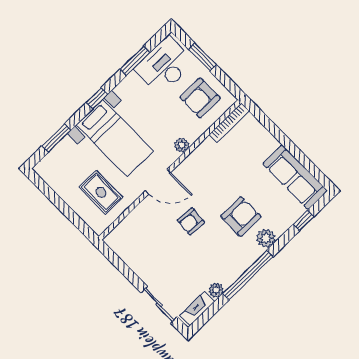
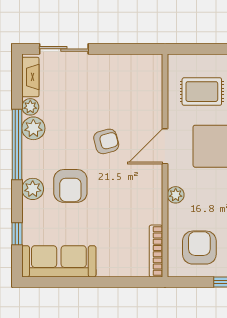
armchair: (191, 221) -> (106, 141), turned 71
plant: (228, 275) -> (33, 128), added

